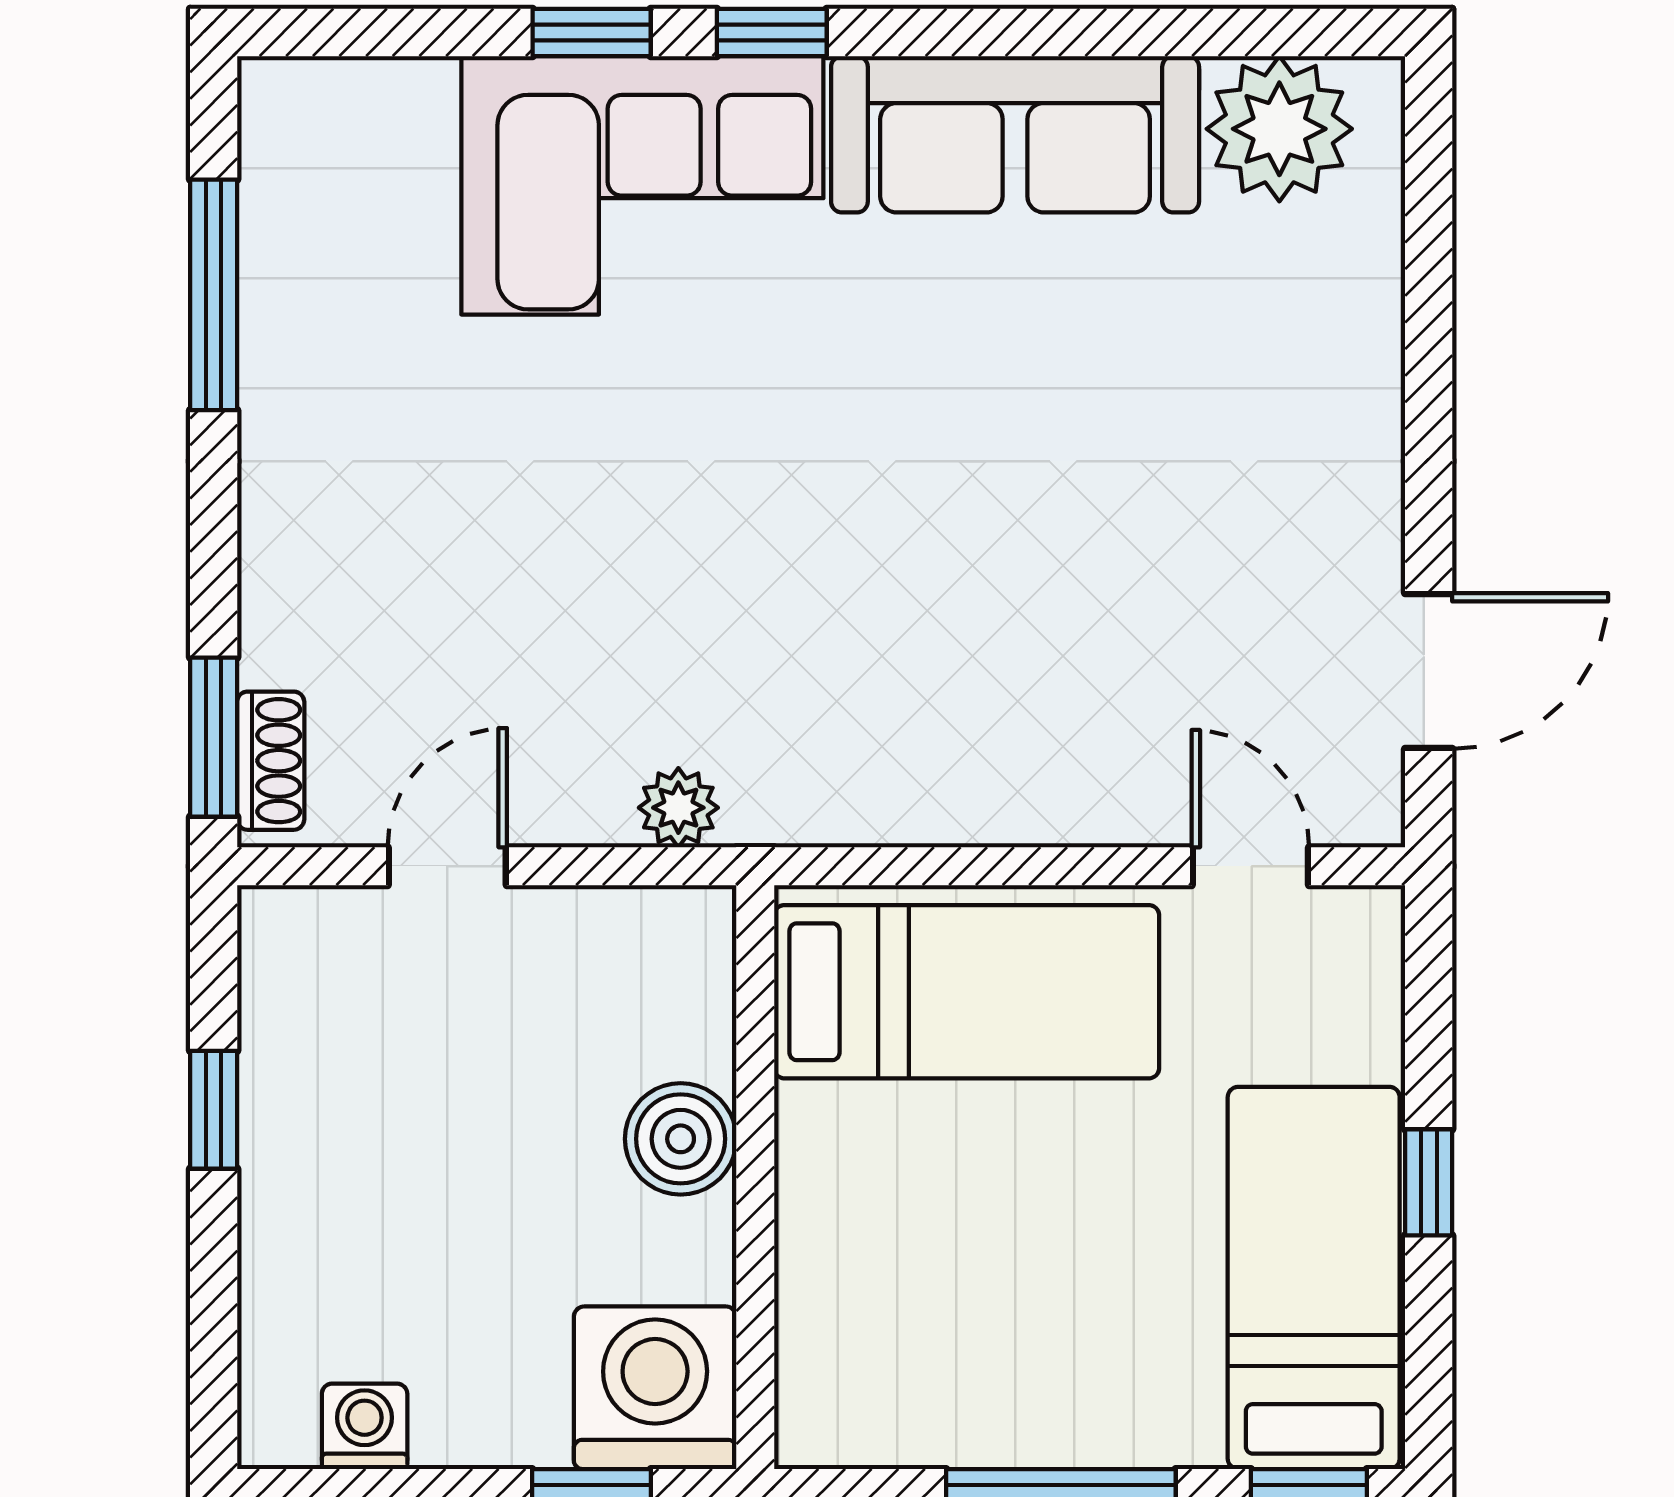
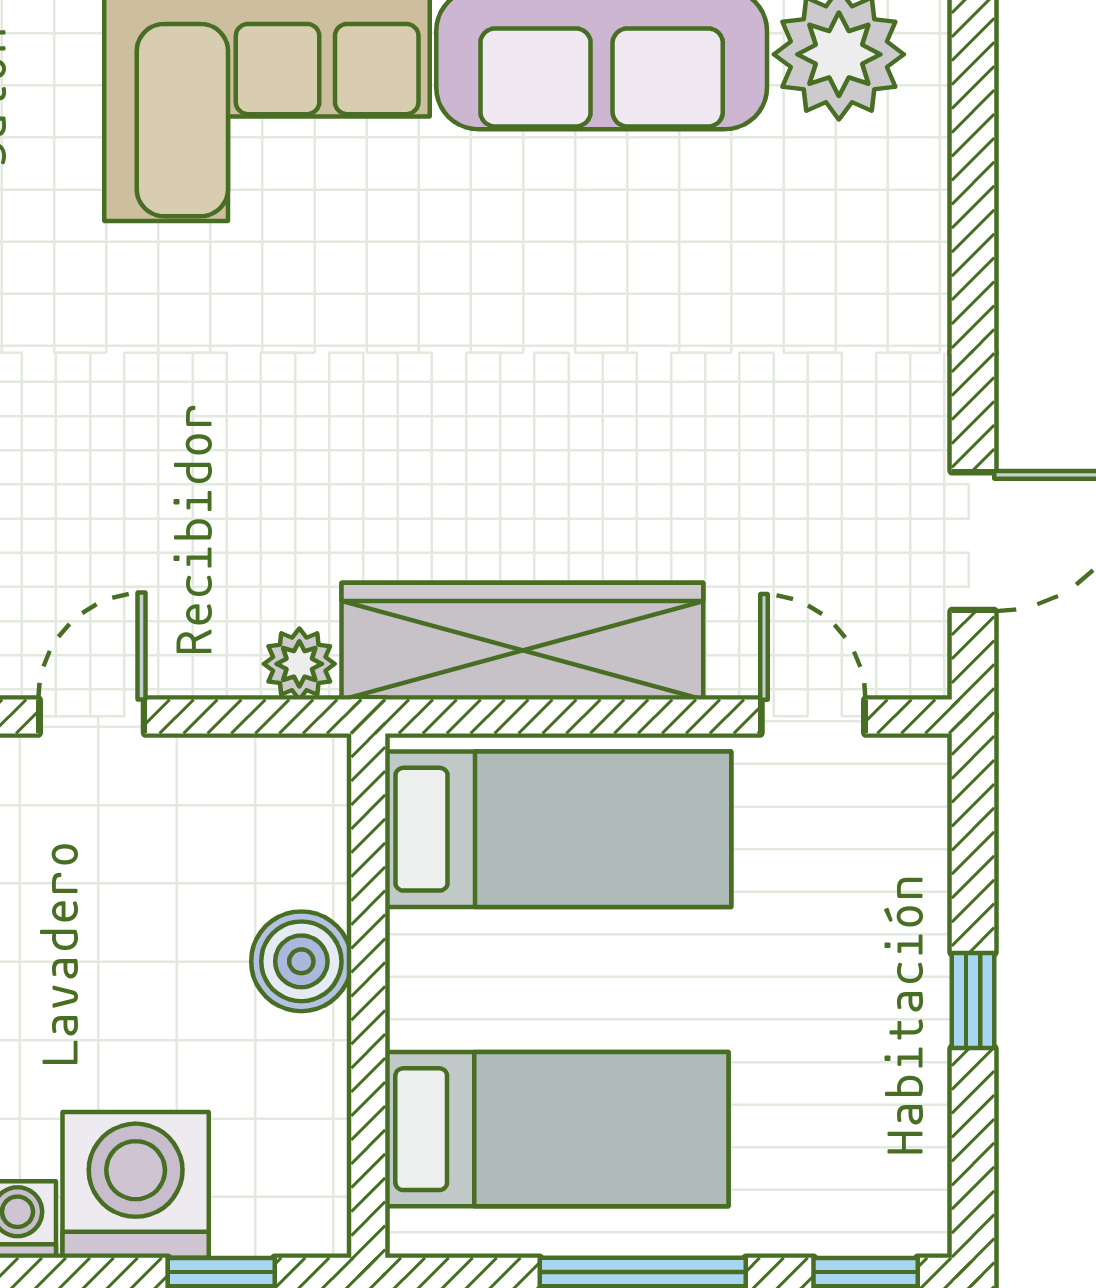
wardrobe: (927, 782) -> (522, 641), added
bed: (1314, 1278) -> (557, 1129), moved, turned 90
washing machine: (655, 1388) -> (136, 1185), moved

